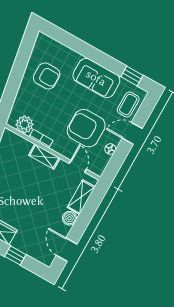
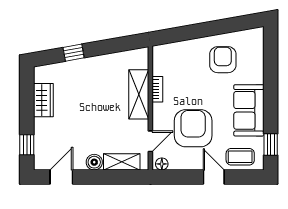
armchair: (47, 76) -> (223, 60), turned 180
plant: (25, 124) -> (162, 65), removed
floor lamp: (110, 149) -> (162, 164), moved
shelving: (44, 157) -> (139, 94), width x1.50, depth x1.33
window: (15, 255) -> (27, 145), moved

